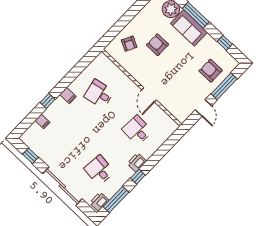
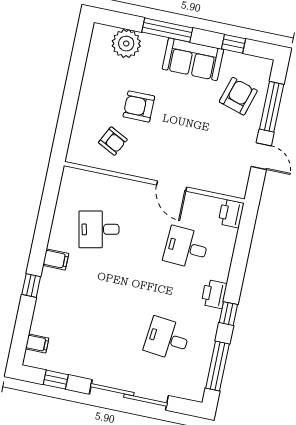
sofa: (189, 28) -> (193, 59), moved
armchair: (129, 44) -> (113, 141), moved
armchair: (211, 71) -> (238, 96), turned 107
filing cabinet: (42, 121) -> (37, 343), moved
printer: (99, 202) -> (231, 213), moved

